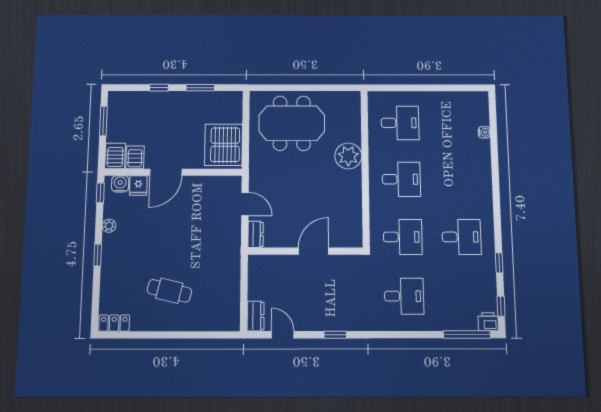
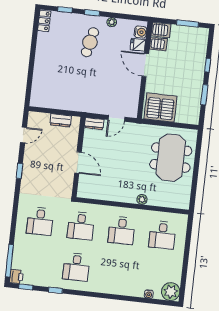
plant: (476, 103) -> (171, 292), added
plant: (348, 156) -> (142, 199), width x0.53, depth x0.53
window: (100, 193) -> (65, 10), moved
cafe table: (169, 291) -> (90, 42), moved
dresser: (256, 316) -> (61, 120), moved

